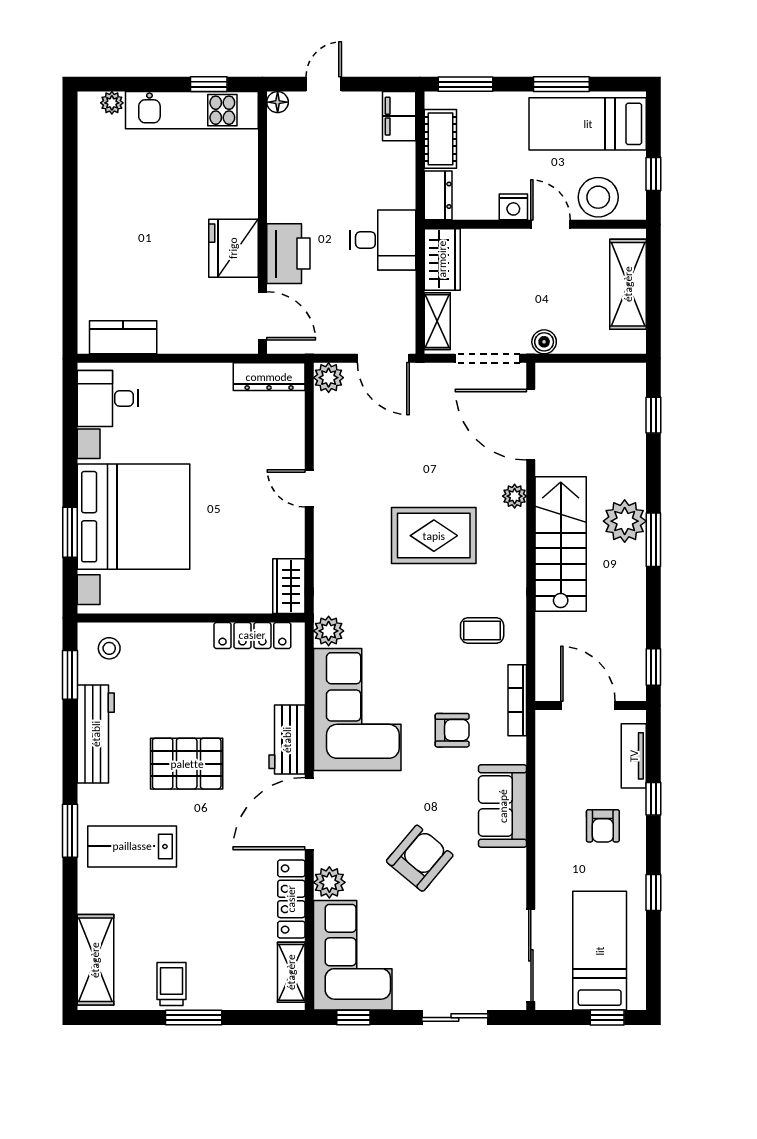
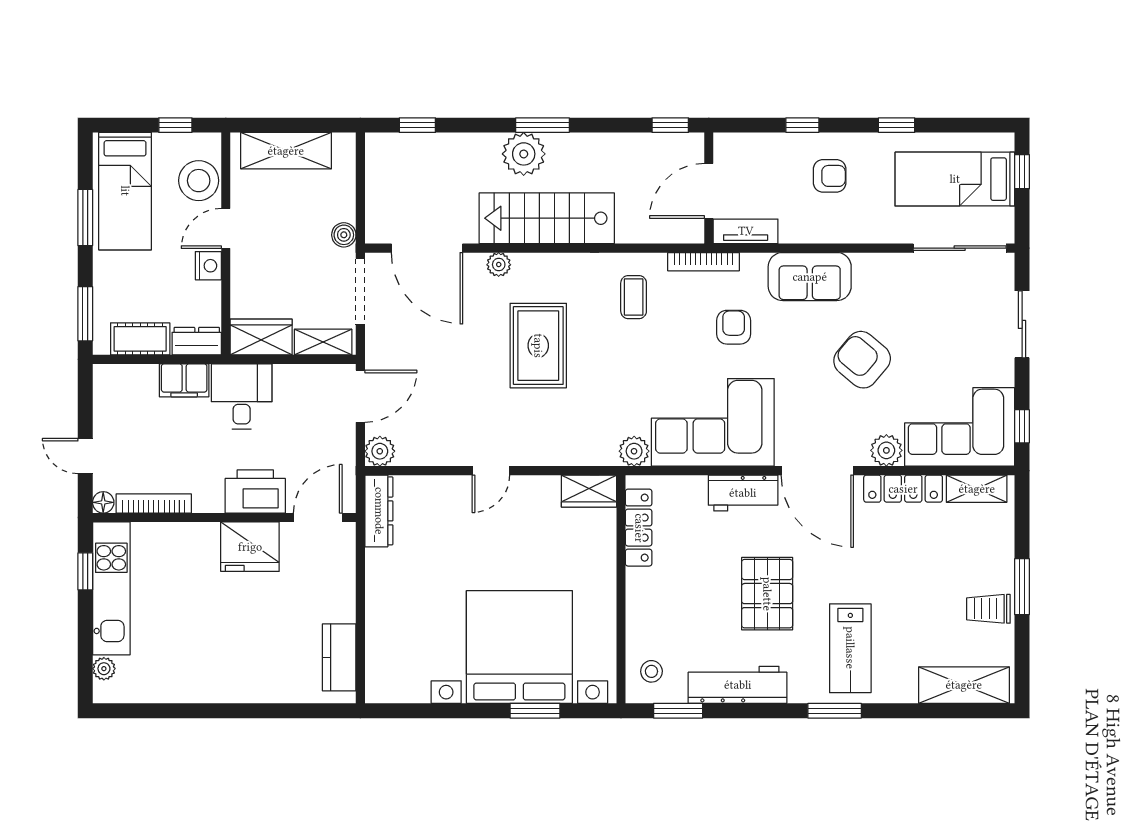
filing cabinet: (399, 116) -> (184, 380), moved
bookcase: (276, 152) -> (154, 503), added
desk: (108, 398) -> (401, 673), removed
door: (531, 425) -> (427, 248), hinge flipped
tv unit: (634, 756) -> (746, 231), moved, turned 180

